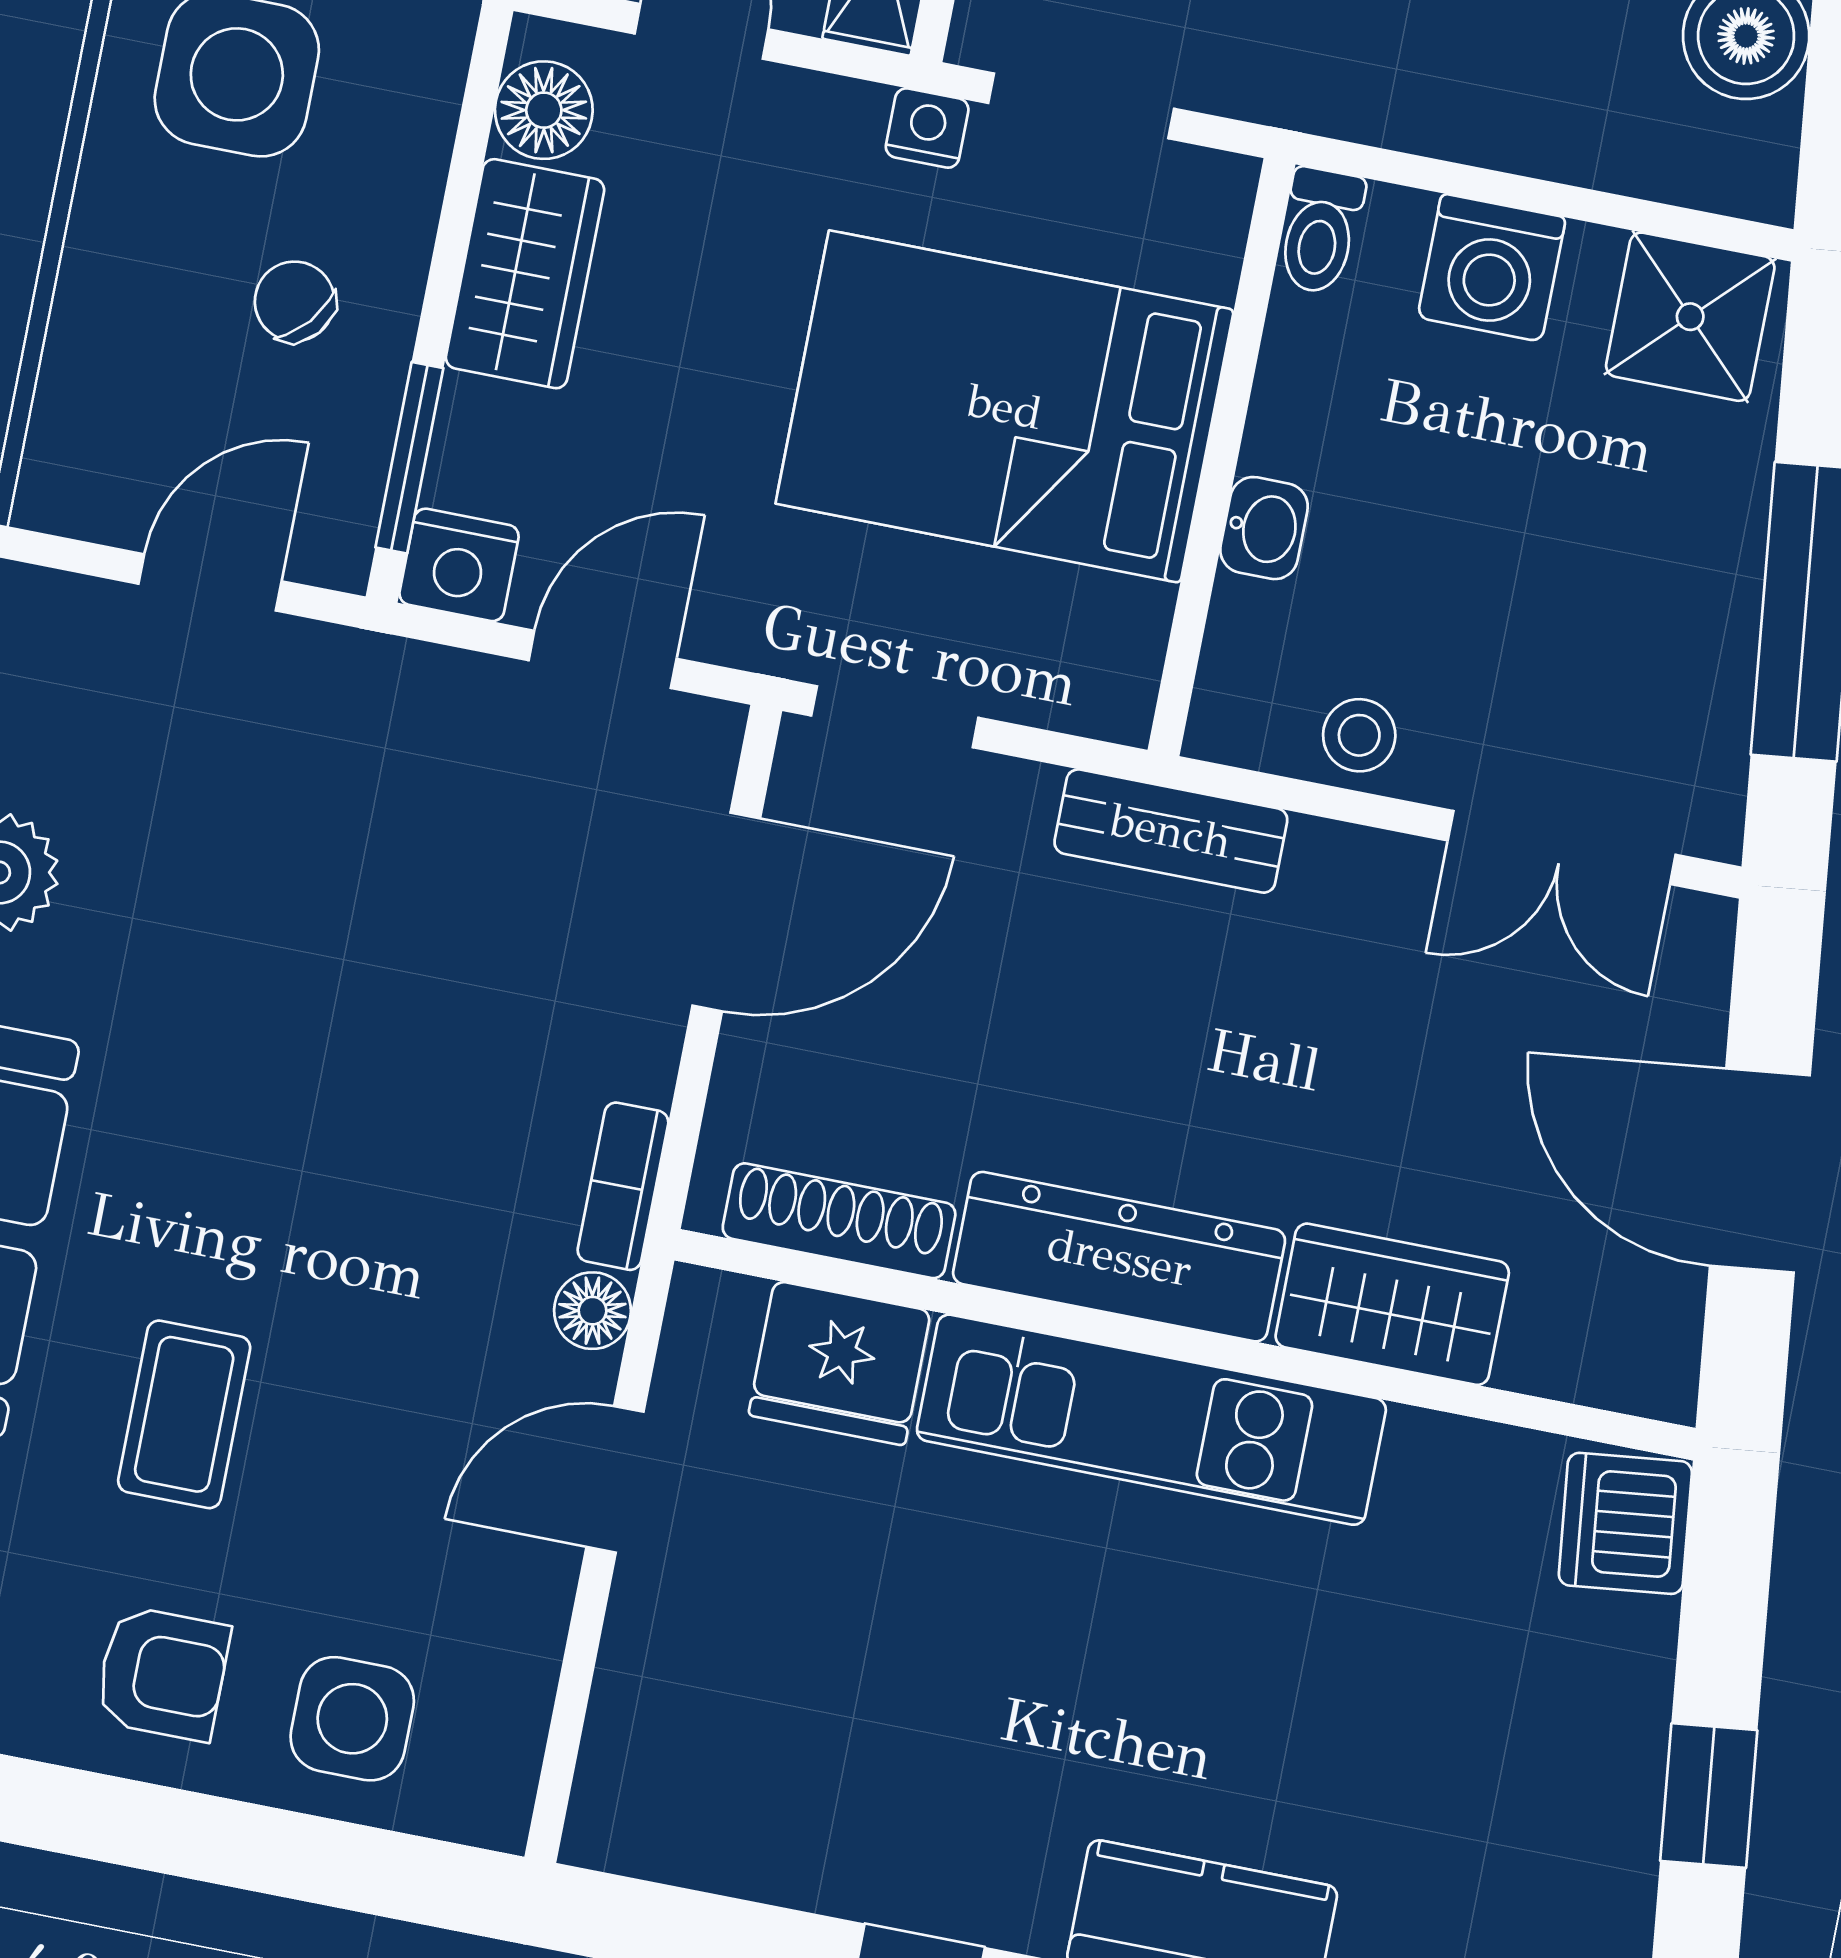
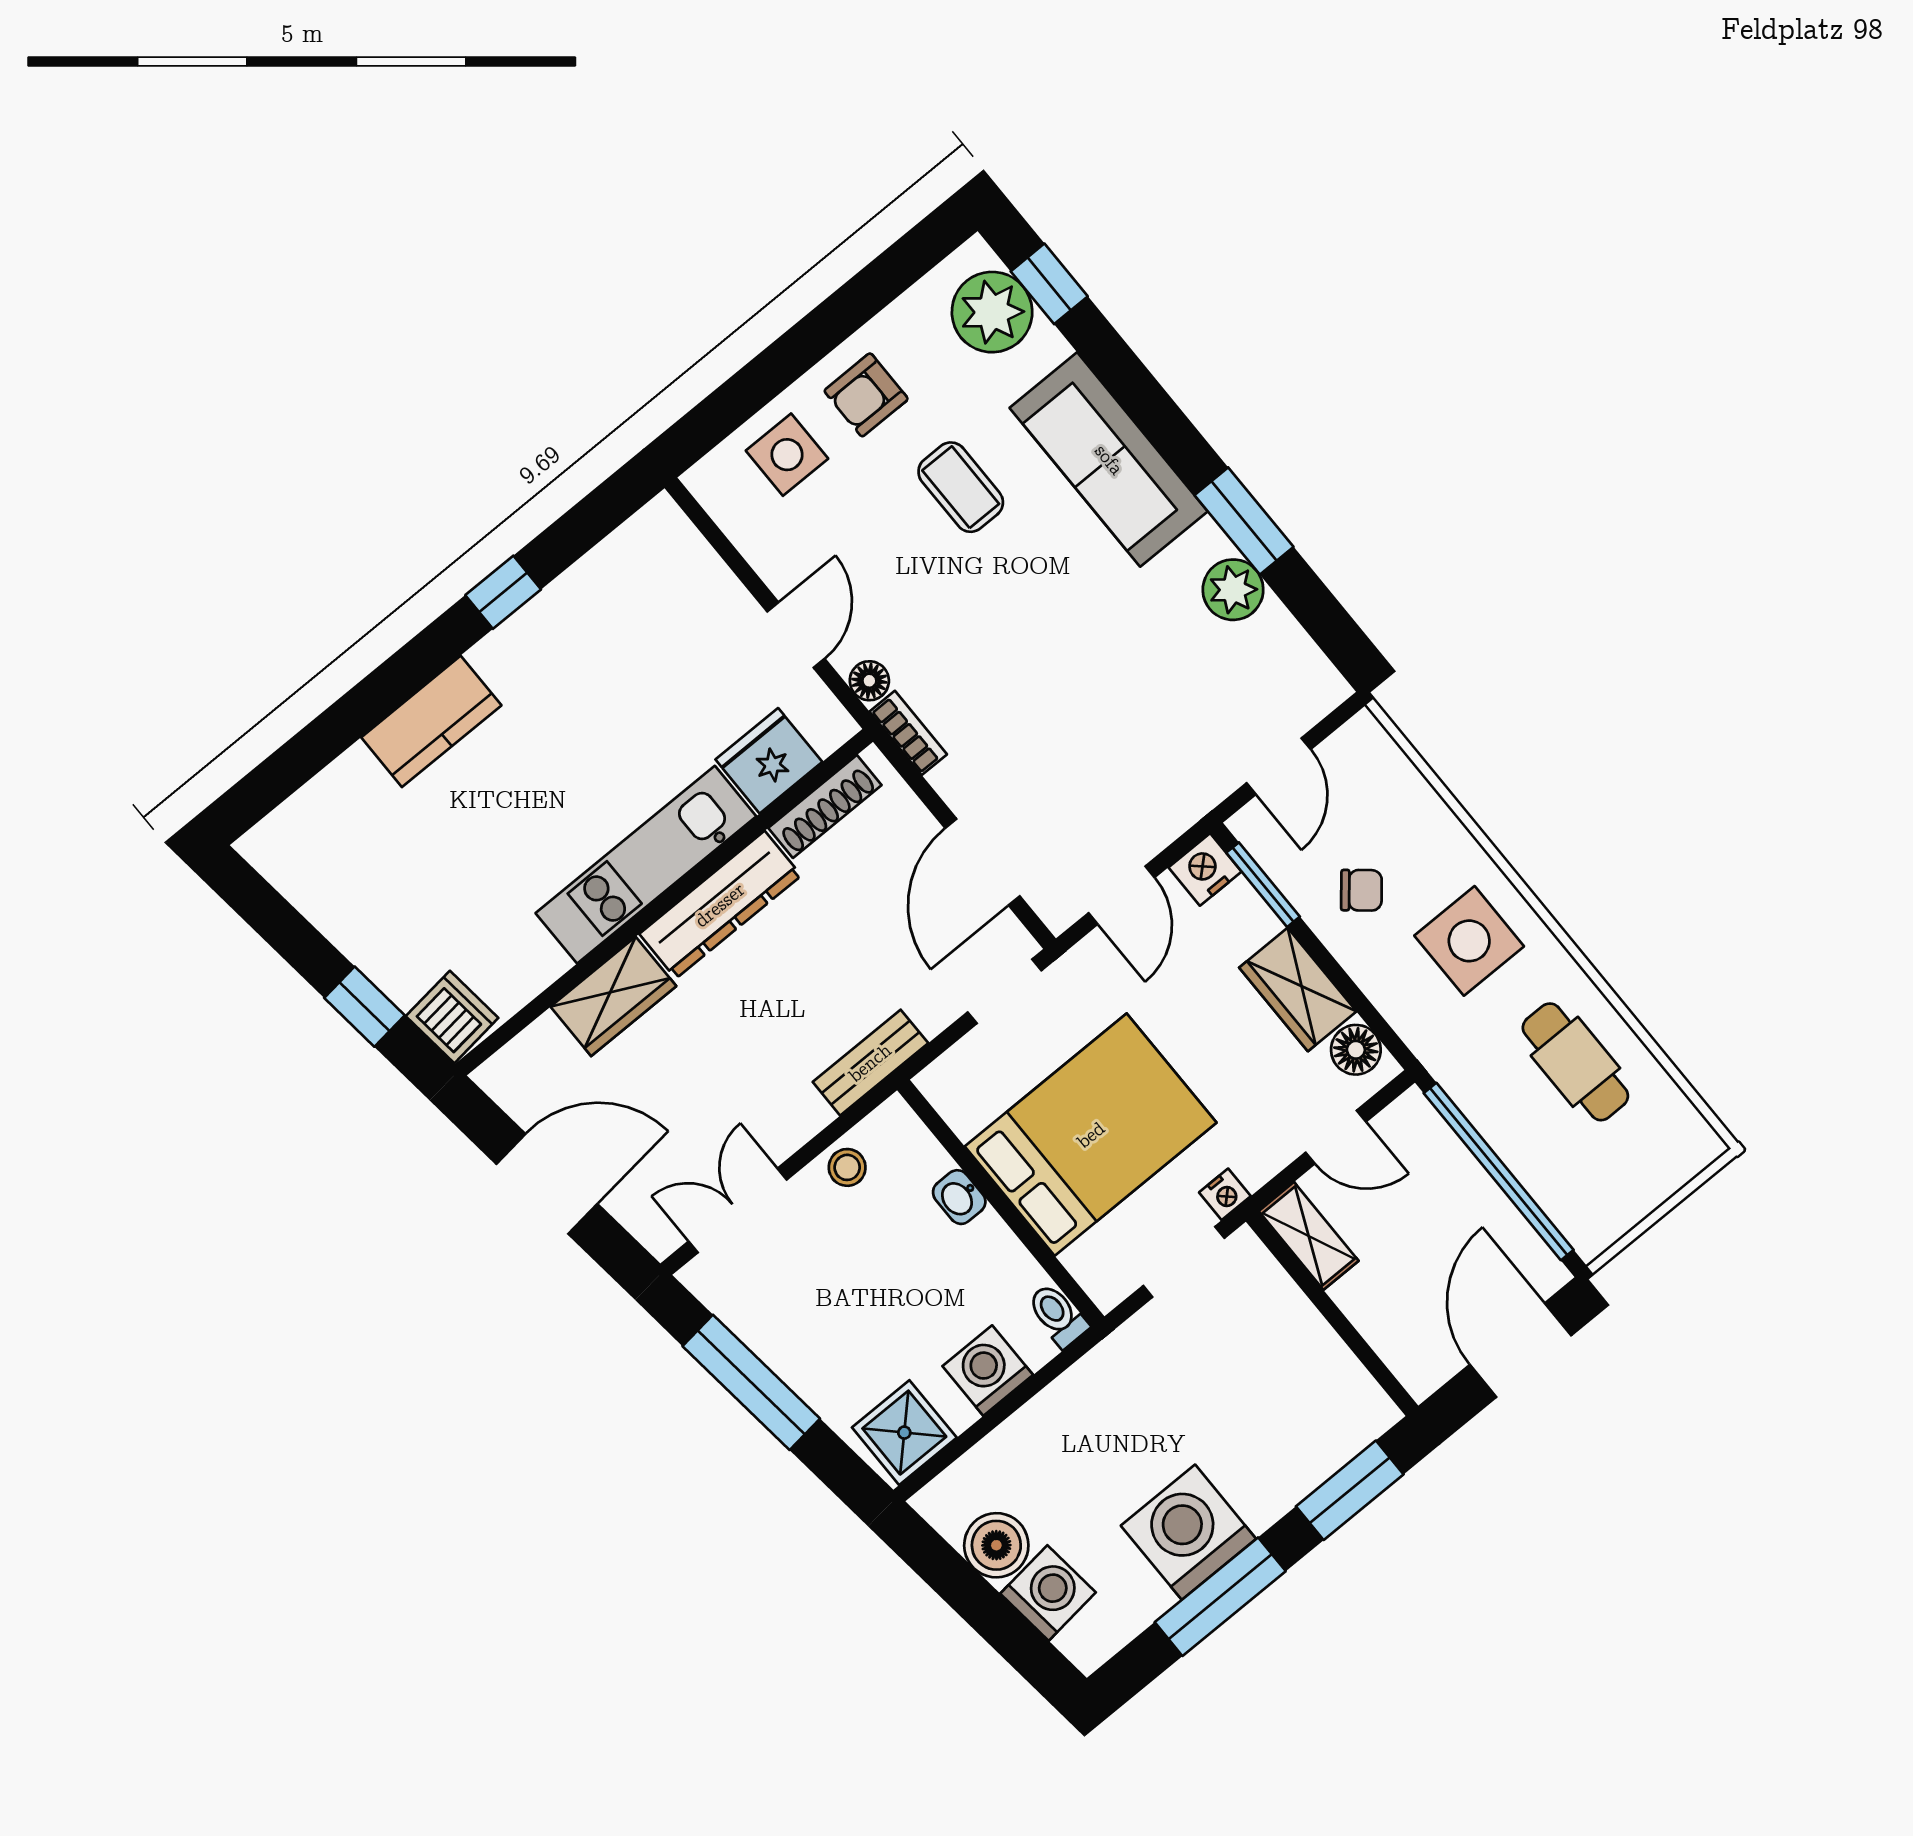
window: (1709, 1796) -> (364, 1007), moved

